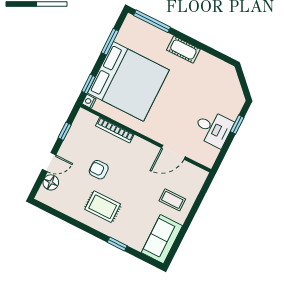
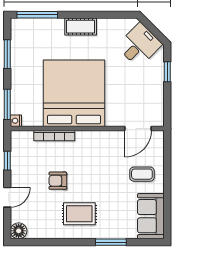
bed: (128, 81) -> (74, 93), moved, turned -90
window: (89, 84) -> (7, 104), width x1.50
desk: (213, 128) -> (139, 45), moved, turned -45
door: (173, 152) -> (138, 128), moved
floor lamp: (51, 182) -> (19, 231), moved
window: (117, 244) -> (111, 242), width x1.50

